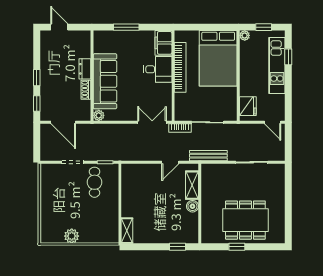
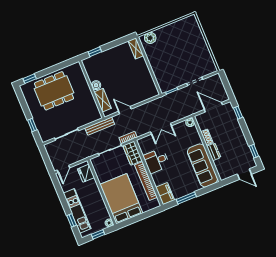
window: (126, 27) -> (186, 198), moved
desk: (158, 69) -> (156, 161), moved
window: (37, 78) -> (254, 151), moved
sofa: (105, 81) -> (202, 165), moved
wardrobe: (182, 107) -> (133, 153), added
double door: (152, 122) -> (161, 129), moved
door: (273, 122) -> (63, 169), swing flipped
door: (170, 162) -> (125, 110), hinge flipped
cafe table: (95, 182) -> (173, 73), removed
window: (288, 190) -> (32, 125), added
plant: (72, 236) -> (150, 38), moved
window: (237, 247) -> (30, 79), moved

